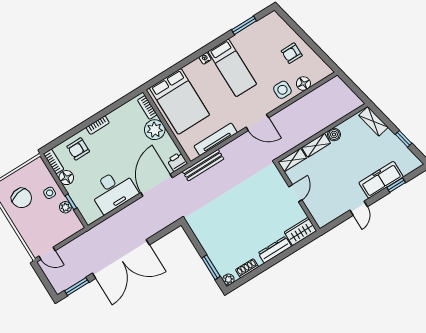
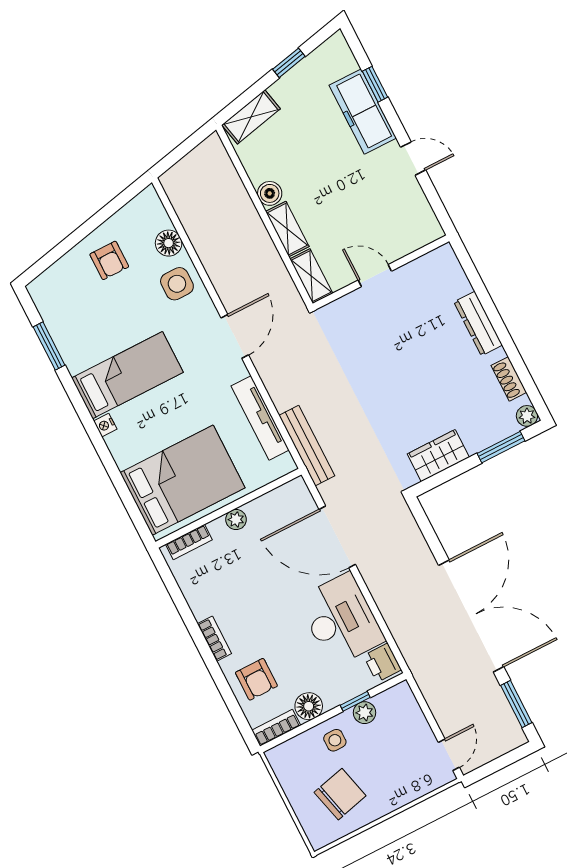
plant: (155, 130) -> (236, 520), width x0.53, depth x0.53
printer: (177, 162) -> (382, 663), moved
wardrobe: (300, 231) -> (438, 456), moved, turned 90

